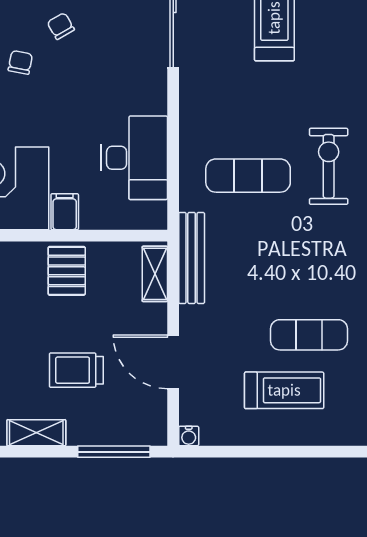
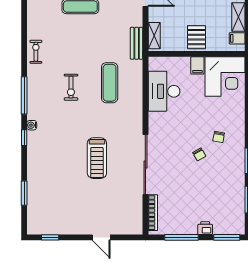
exercise bike: (329, 166) -> (71, 87), width x0.73, depth x0.72
exercise mat: (248, 176) -> (110, 83), turned 90
bench: (192, 258) -> (137, 43), width x0.73

